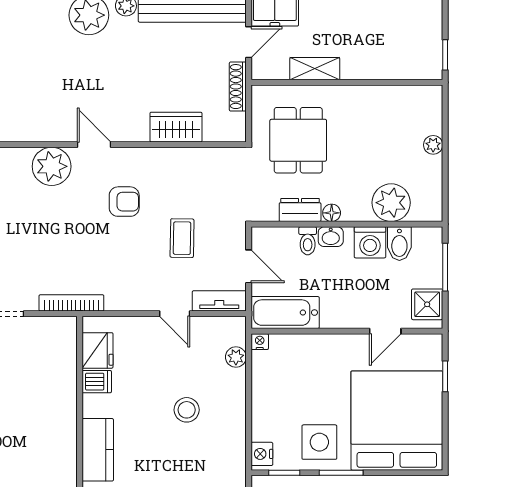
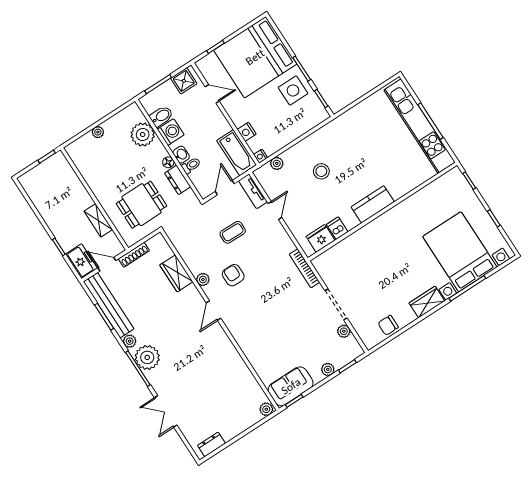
plant: (52, 166) -> (203, 279), moved, width x0.53, depth x0.53
nightstand: (262, 454) -> (247, 132), moved, turned 90

